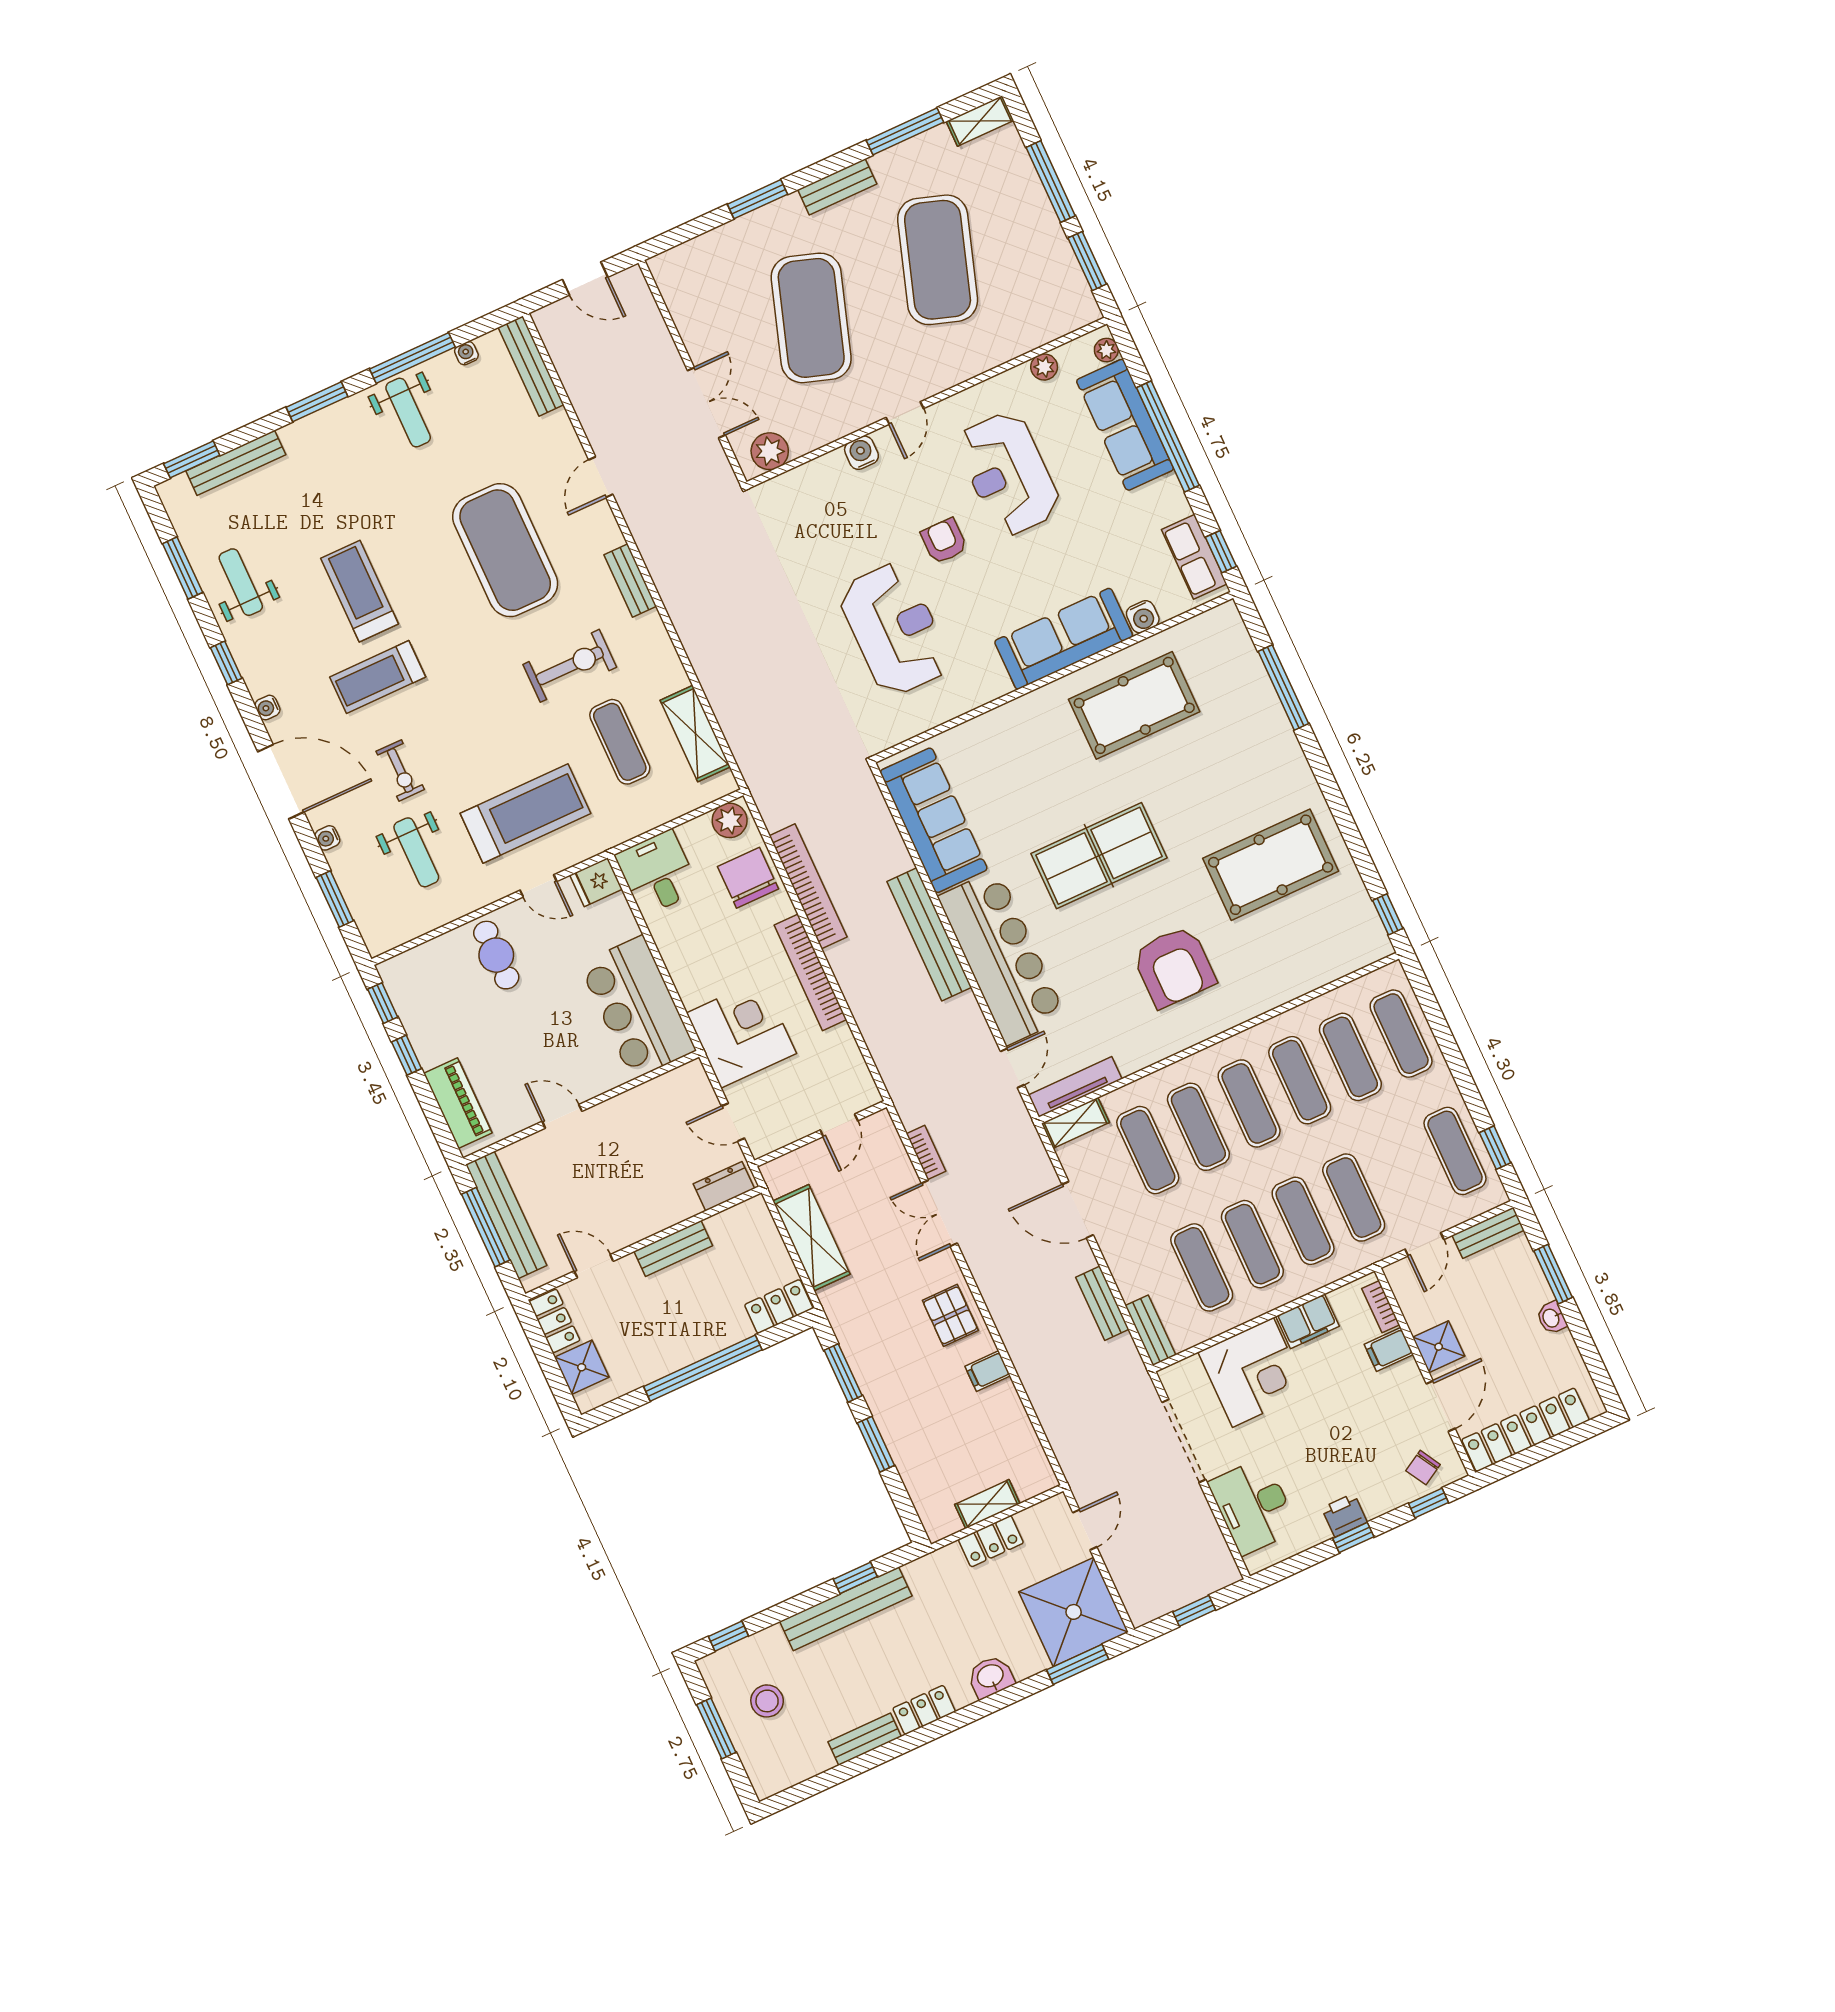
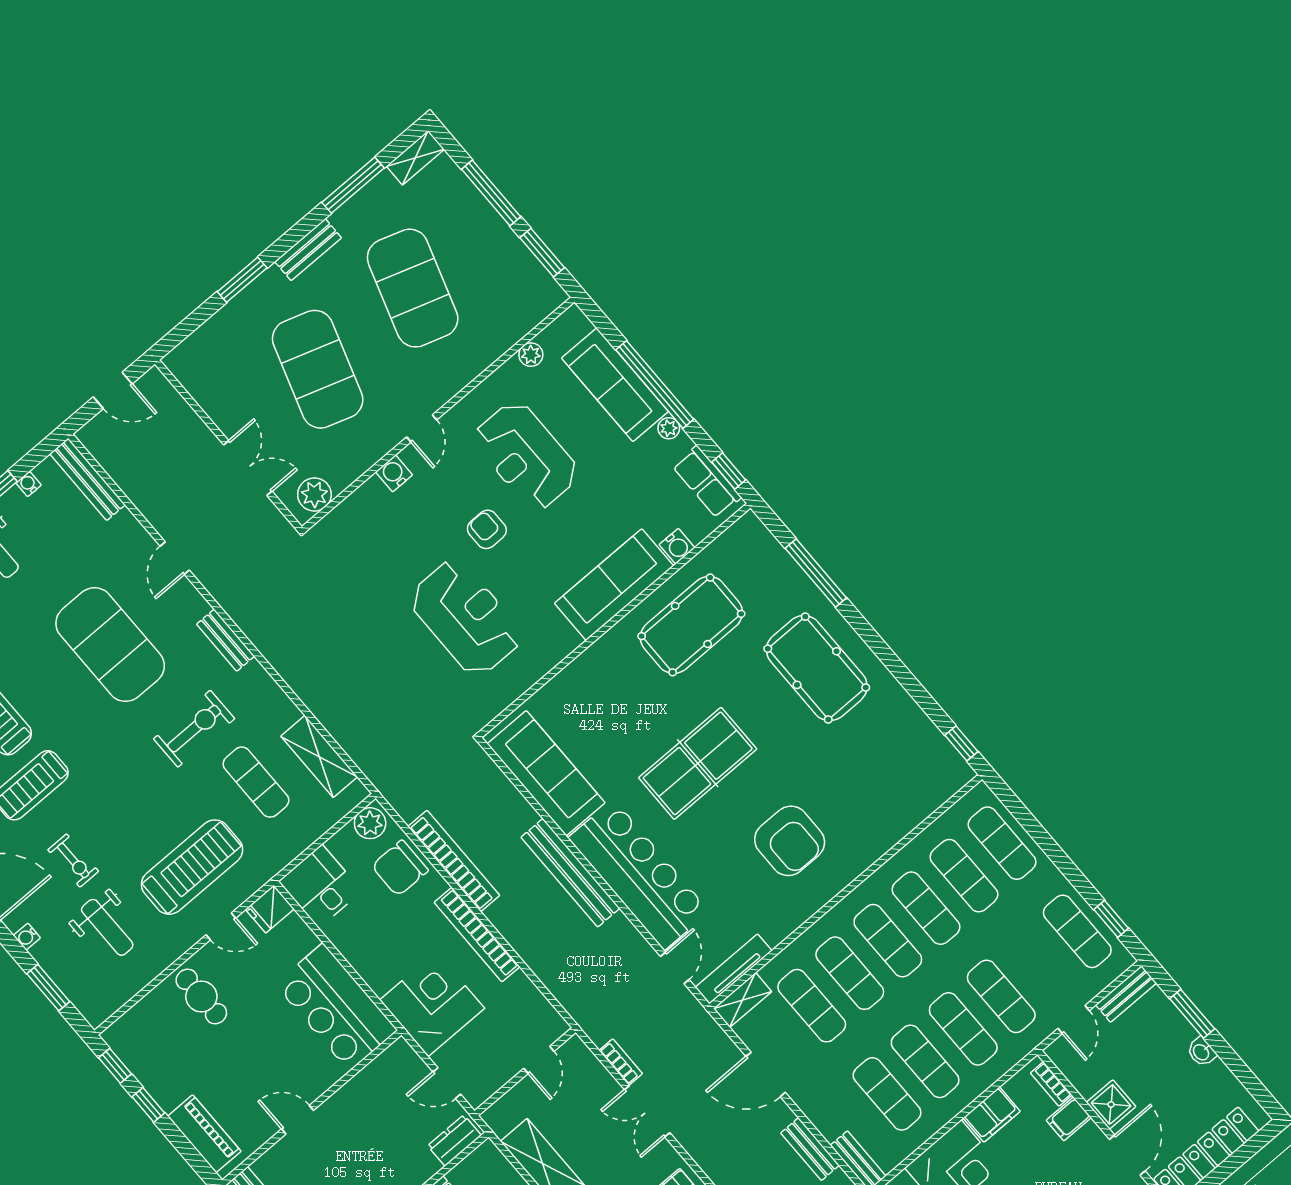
plant: (1106, 350) -> (669, 428), moved
pool table: (1271, 865) -> (817, 668), moved, turned 90
chair: (748, 878) -> (400, 868), turned -90

